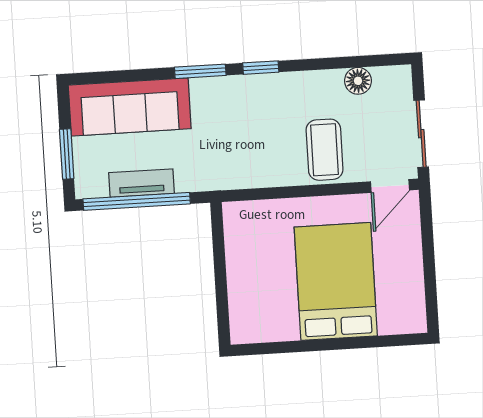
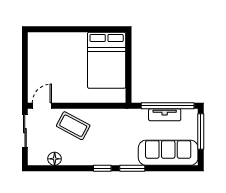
coffee table: (325, 150) -> (73, 126), turned -62
window: (67, 154) -> (201, 131), width x1.44
bed: (336, 281) -> (107, 60), moved

